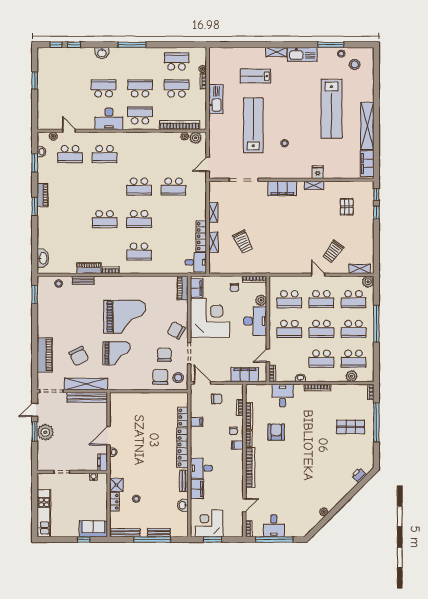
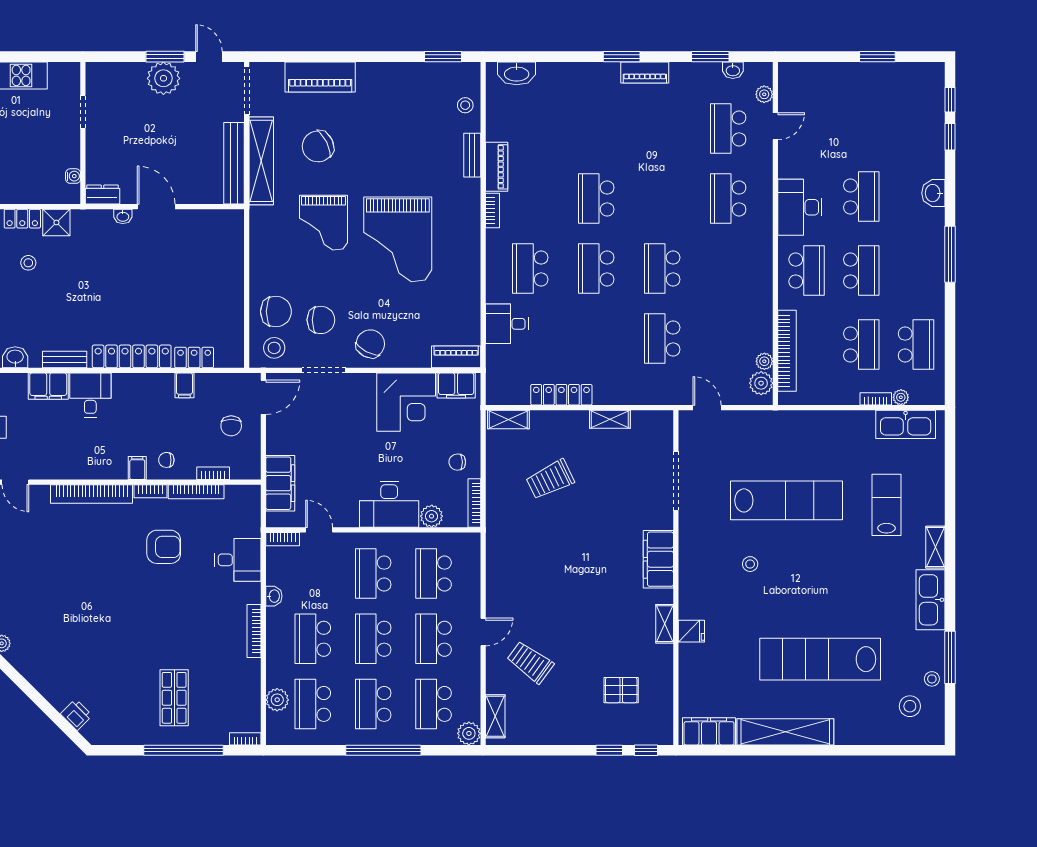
kitchen sink: (216, 99) -> (906, 424), moved
shelving: (213, 242) -> (508, 419), moved
desk: (196, 262) -> (507, 324), moved, turned 90
corner desk: (210, 318) -> (406, 402), width x0.74, depth x0.74

